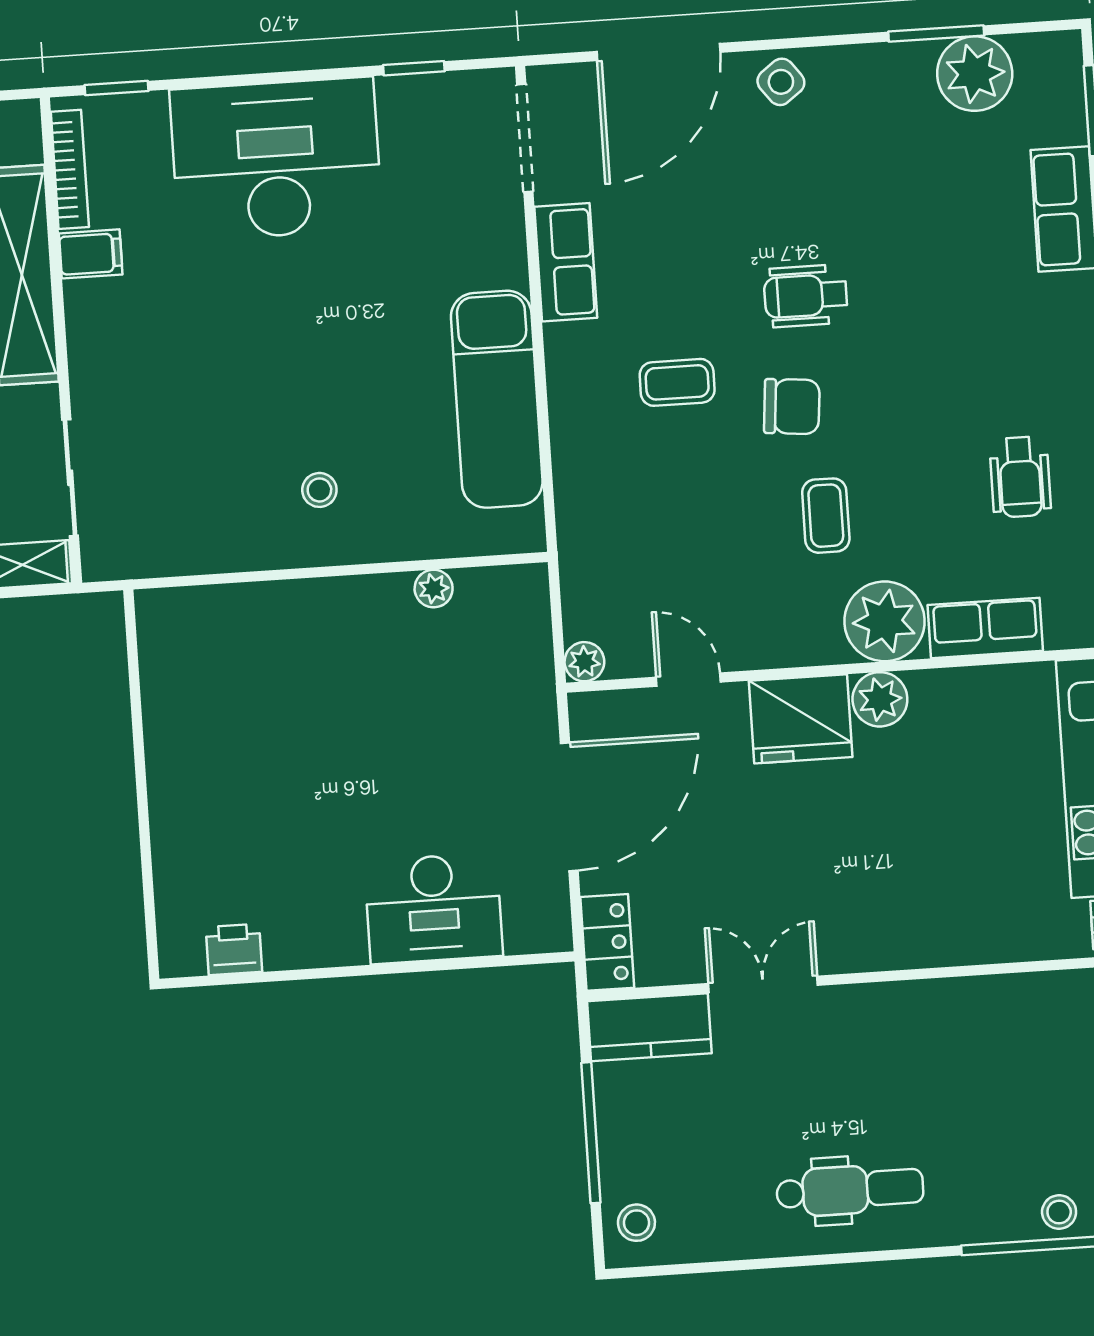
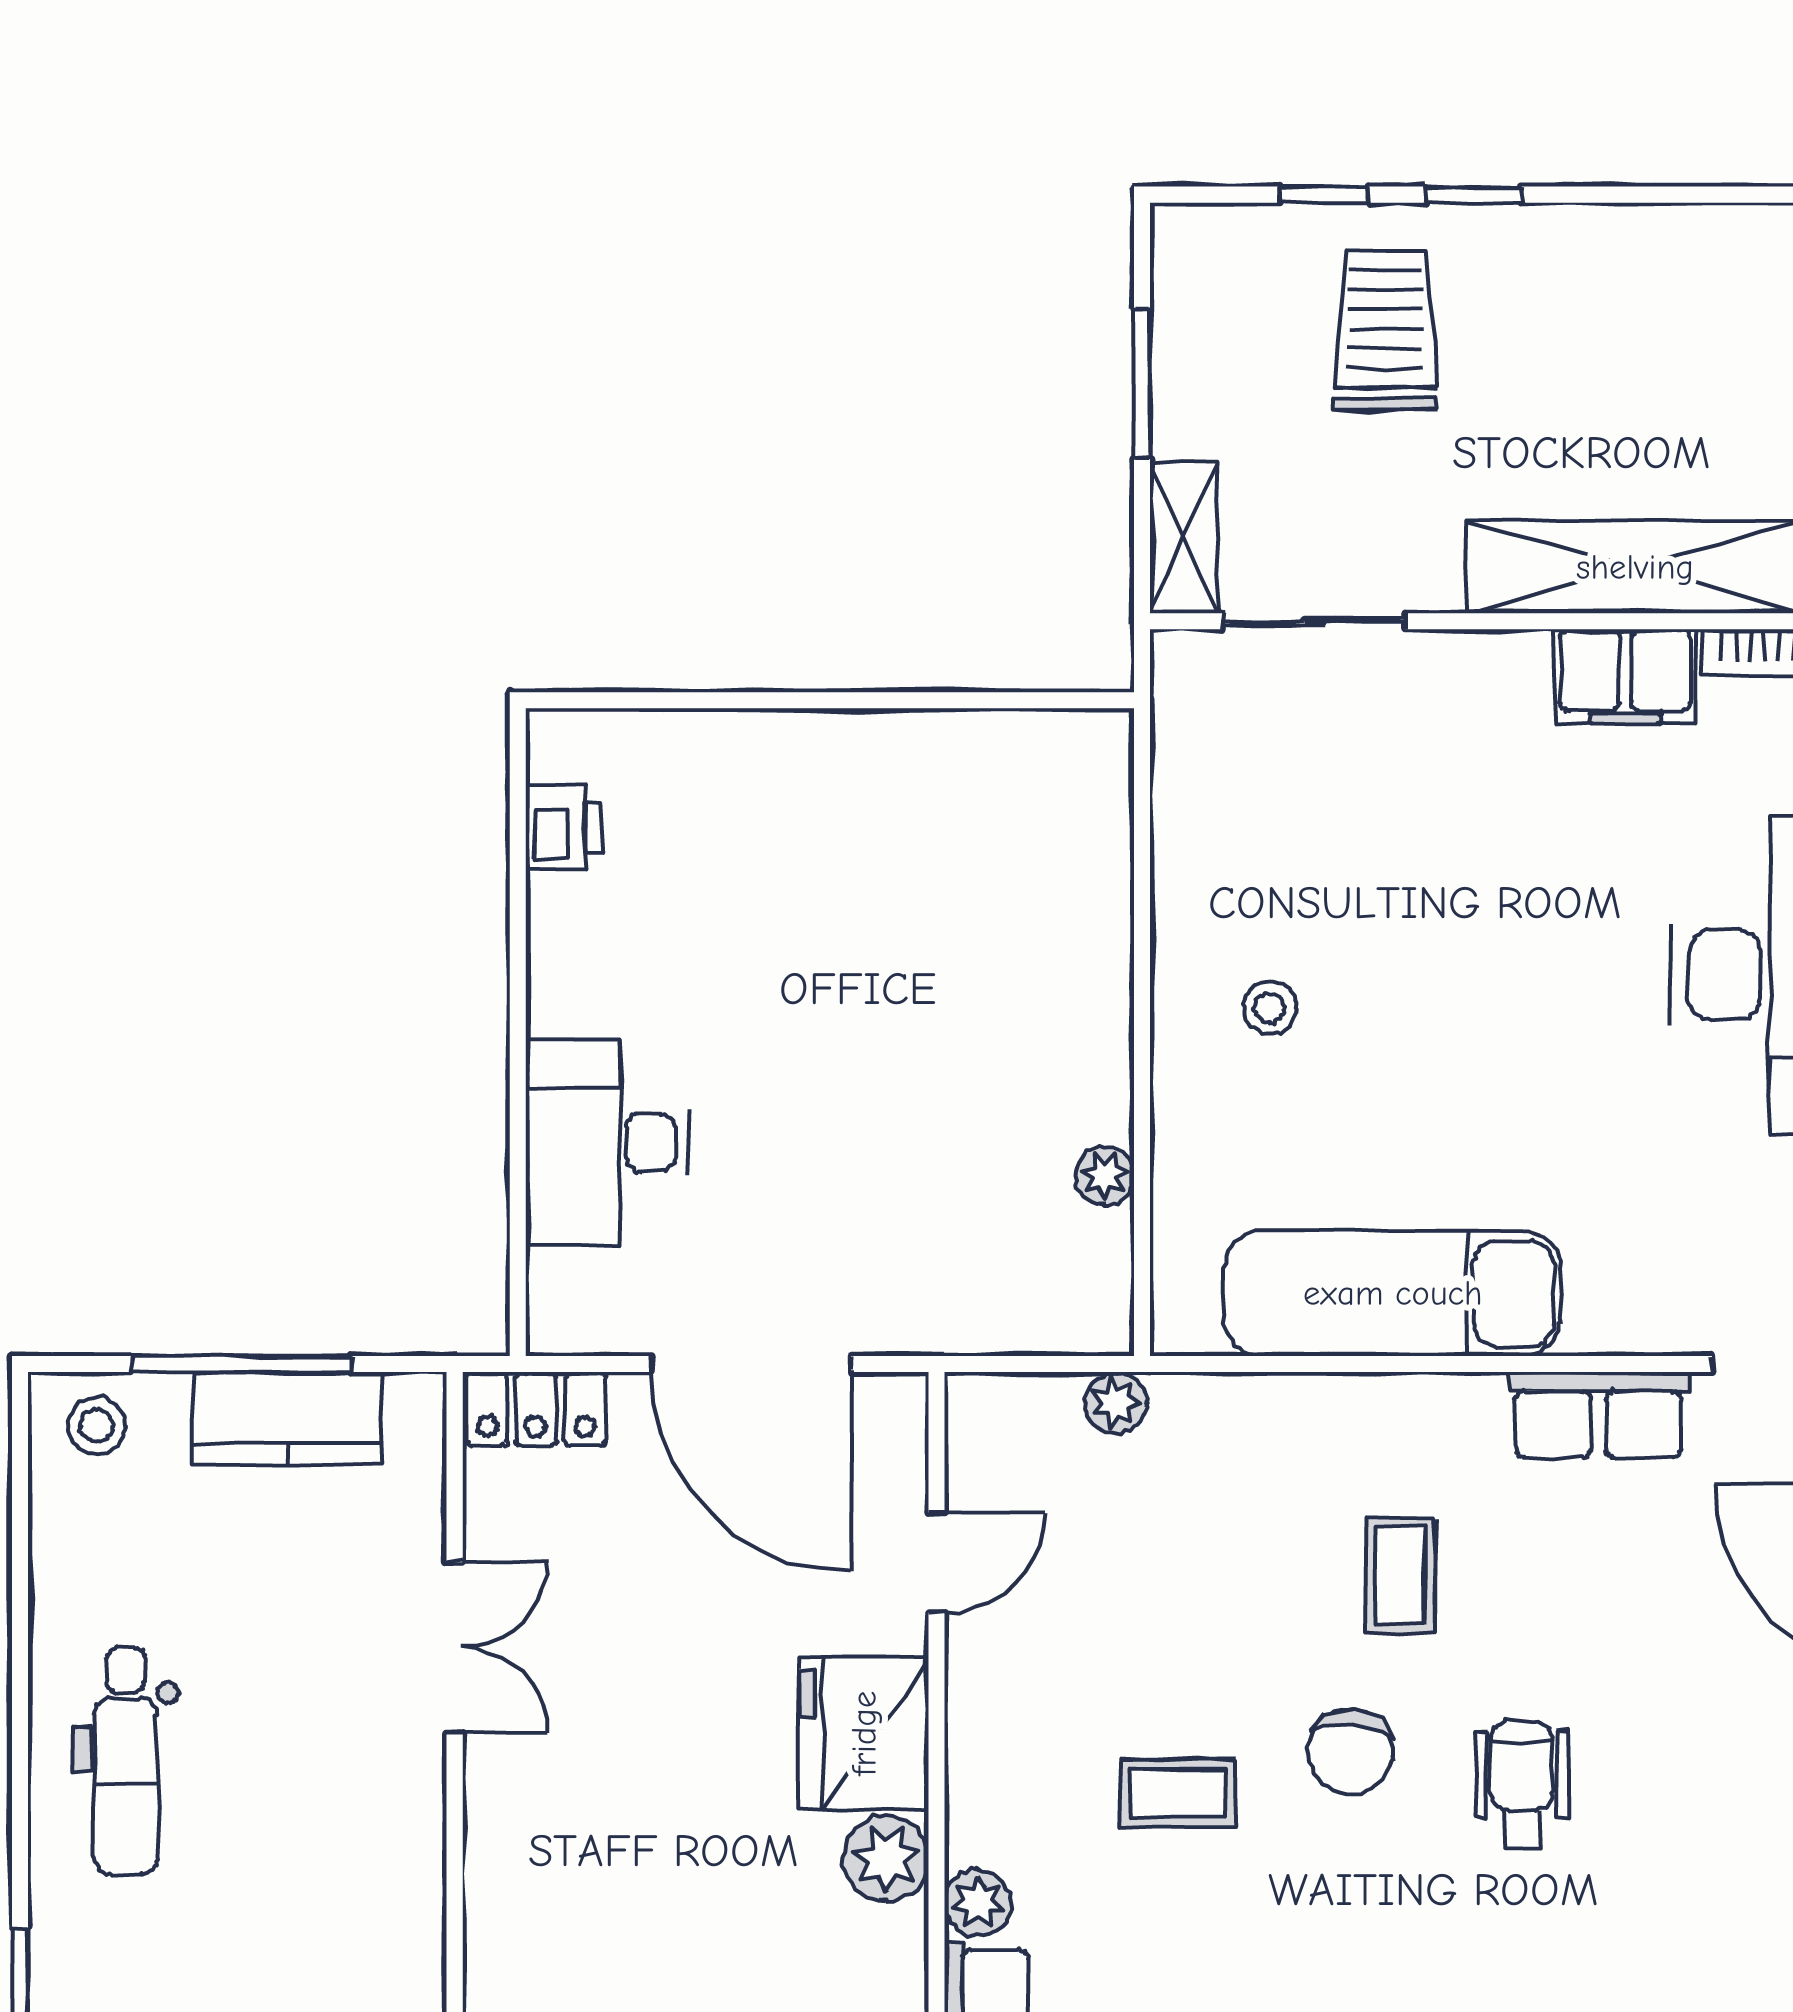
filing cabinet: (91, 254) -> (1625, 676), width x2.00
plant: (885, 621) -> (978, 1903), width x0.53, depth x0.53
plant: (584, 662) -> (1116, 1403), moved
kitchen counter: (649, 1027) -> (288, 1419), moved, turned -90

